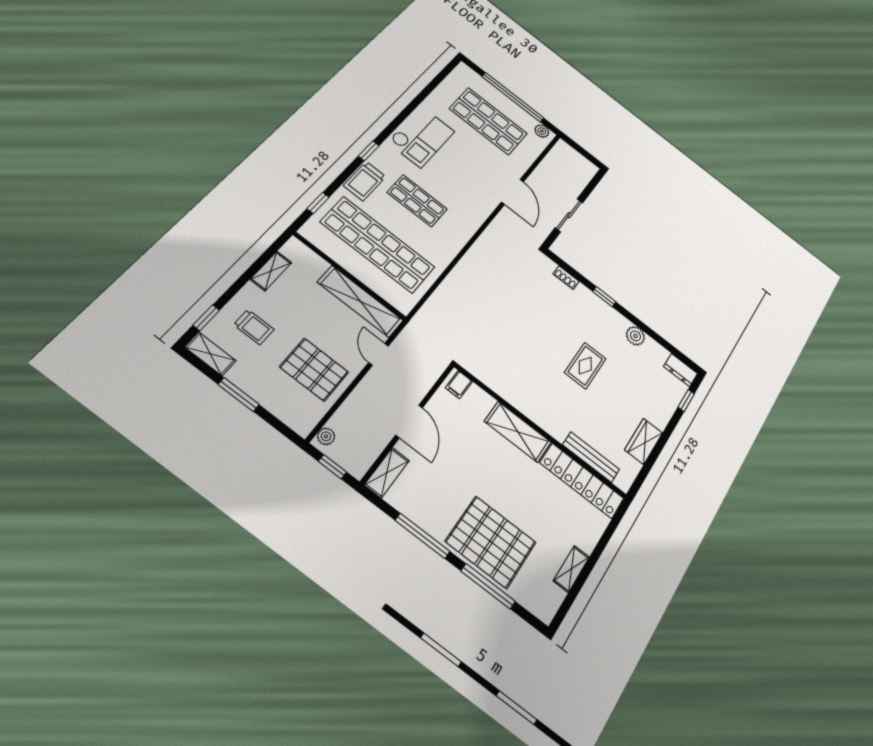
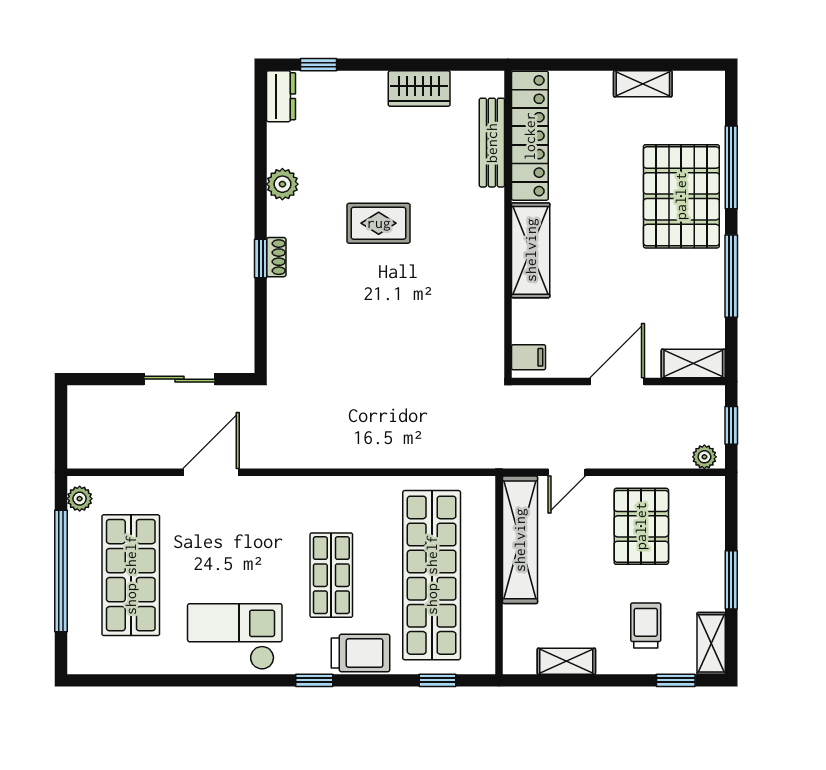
shoe rack: (566, 278) -> (276, 257), moved

